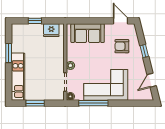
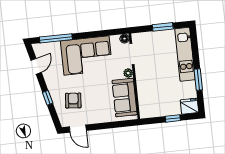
fridge: (51, 30) -> (189, 106), moved
sofa: (88, 33) -> (125, 98), moved, turned -90
armchair: (122, 46) -> (73, 101), turned -85
window: (93, 103) -> (56, 38), moved

